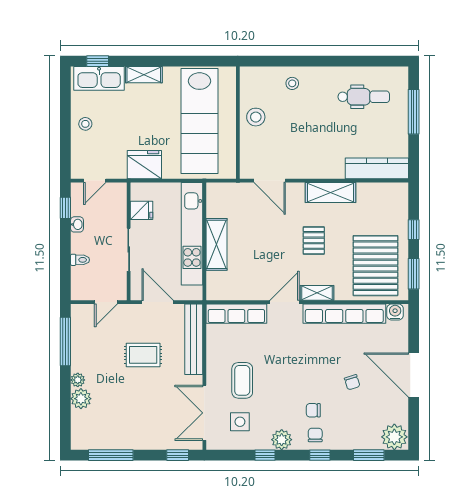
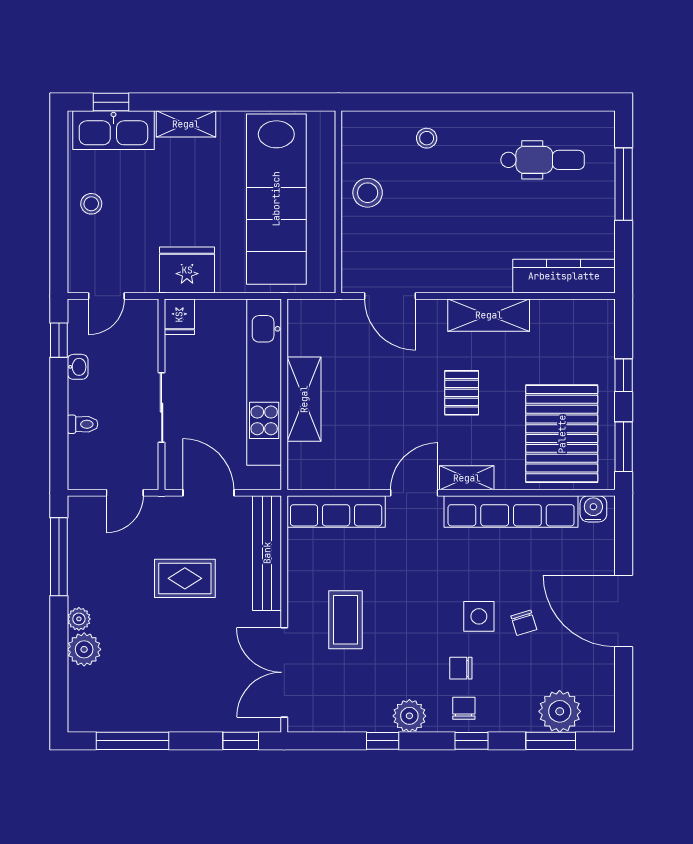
fridge: (142, 210) -> (179, 317), moved, turned 90
side table: (240, 422) -> (479, 616), moved
plant: (394, 437) -> (560, 711), moved

